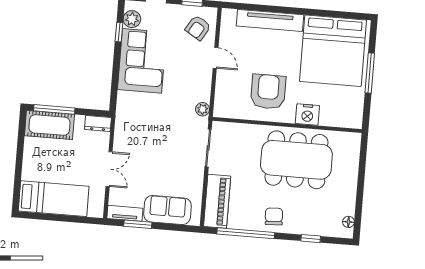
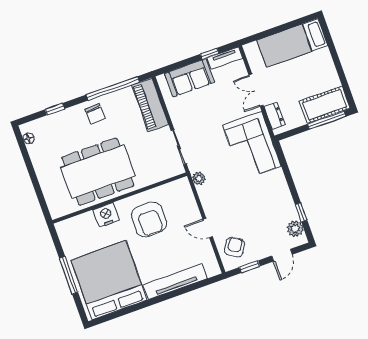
corner sofa: (142, 61) -> (252, 146), moved
dresser: (98, 123) -> (274, 116), moved, turned 90
window: (138, 224) -> (210, 54), width x0.67

